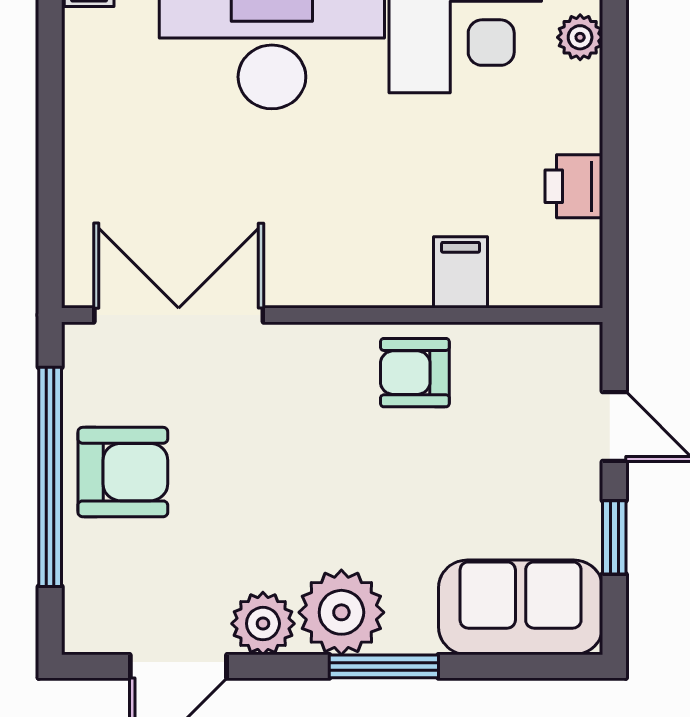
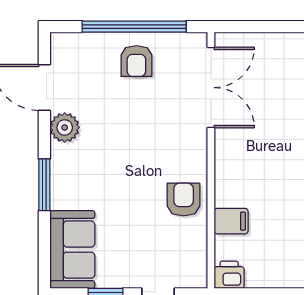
printer: (574, 186) -> (229, 275), moved
armchair: (123, 472) -> (136, 61), width x0.72, depth x0.72
plant: (341, 612) -> (70, 165), removed

